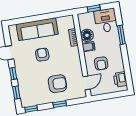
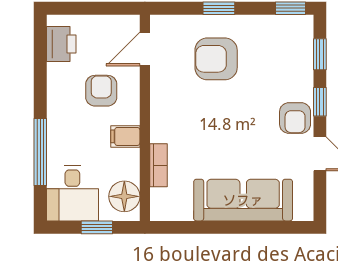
floor lamp: (87, 35) -> (124, 196), moved
window: (121, 35) -> (40, 152), width x1.44
armchair: (42, 55) -> (295, 118), moved

